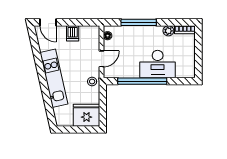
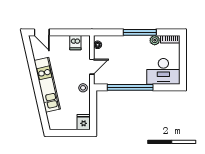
window: (139, 22) -> (140, 32), moved
dishwasher: (73, 33) -> (75, 43), moved
desk: (158, 64) -> (163, 71), moved
fridge: (86, 115) -> (84, 122), width x0.53, depth x0.75

